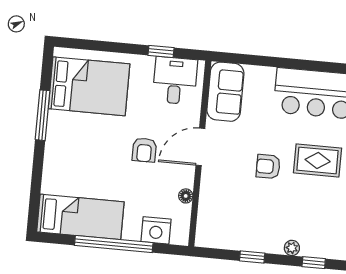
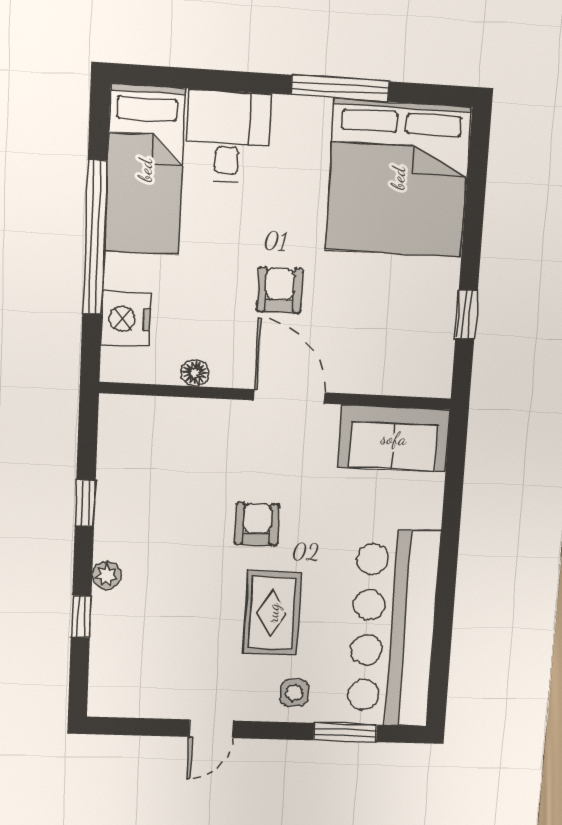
desk: (175, 81) -> (228, 136), moved, turned -90
bed: (89, 86) -> (398, 178), width x1.36
armchair: (144, 150) -> (280, 290), turned 90

